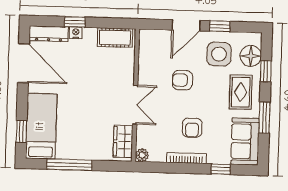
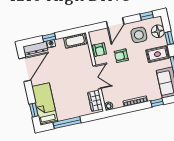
window: (220, 26) -> (147, 16), moved
door: (23, 63) -> (25, 69), hinge flipped
rug: (241, 92) -> (157, 54), turned 90
armchair: (192, 128) -> (100, 50), moved

